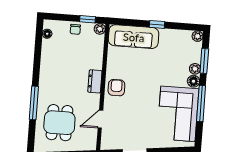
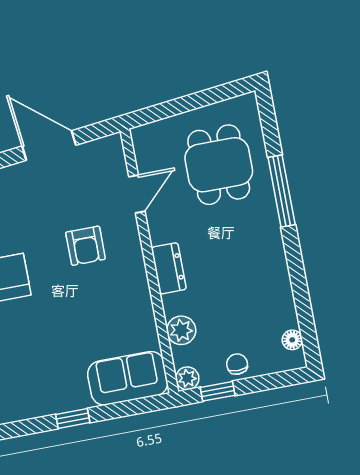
sofa: (134, 37) -> (128, 378), width x0.73
plant: (97, 52) -> (181, 330), added
armchair: (116, 88) -> (86, 246), moved

